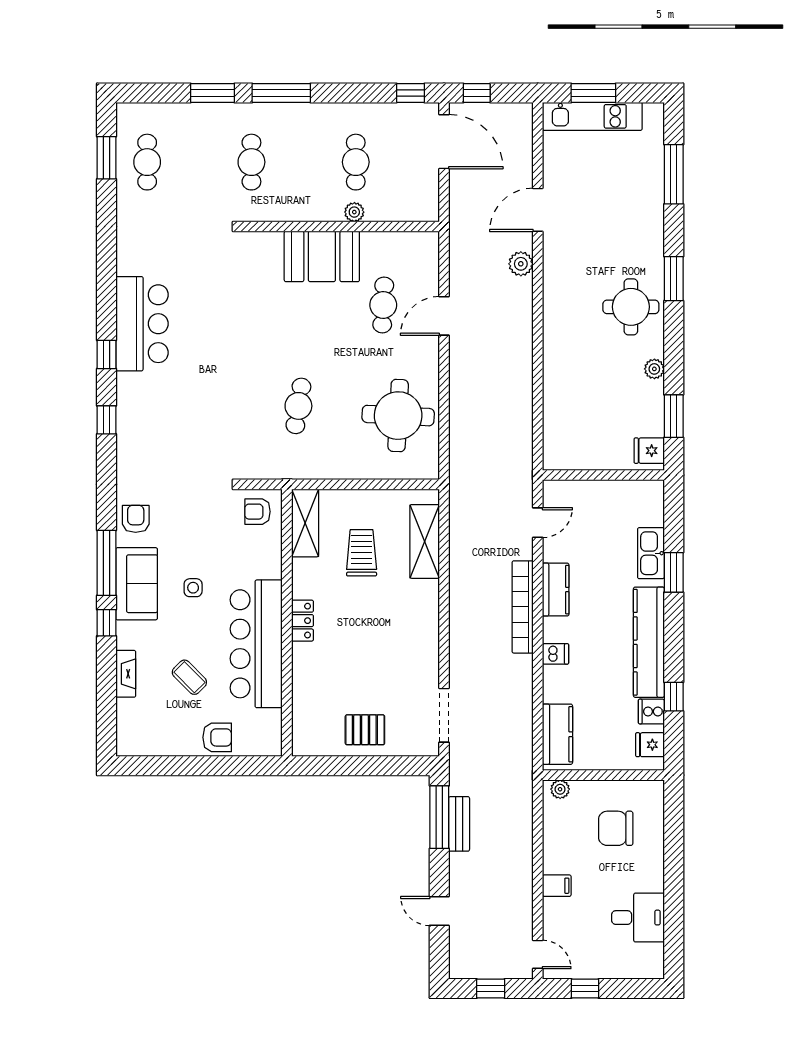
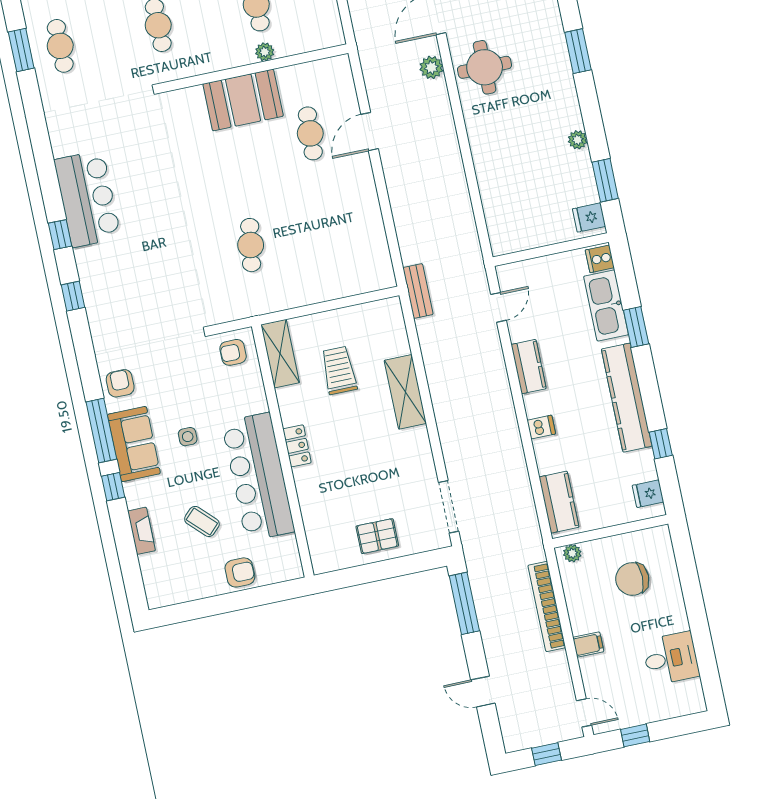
round table: (631, 307) -> (485, 67), moved
round table: (398, 416) -> (346, 234), removed
shelving: (425, 541) -> (405, 392), moved
kitchen sink: (651, 553) -> (606, 305), width x1.36, depth x1.24
bookcase: (523, 607) -> (547, 607), moved
cooker: (651, 711) -> (600, 259), moved
bench: (459, 824) -> (418, 291), moved

